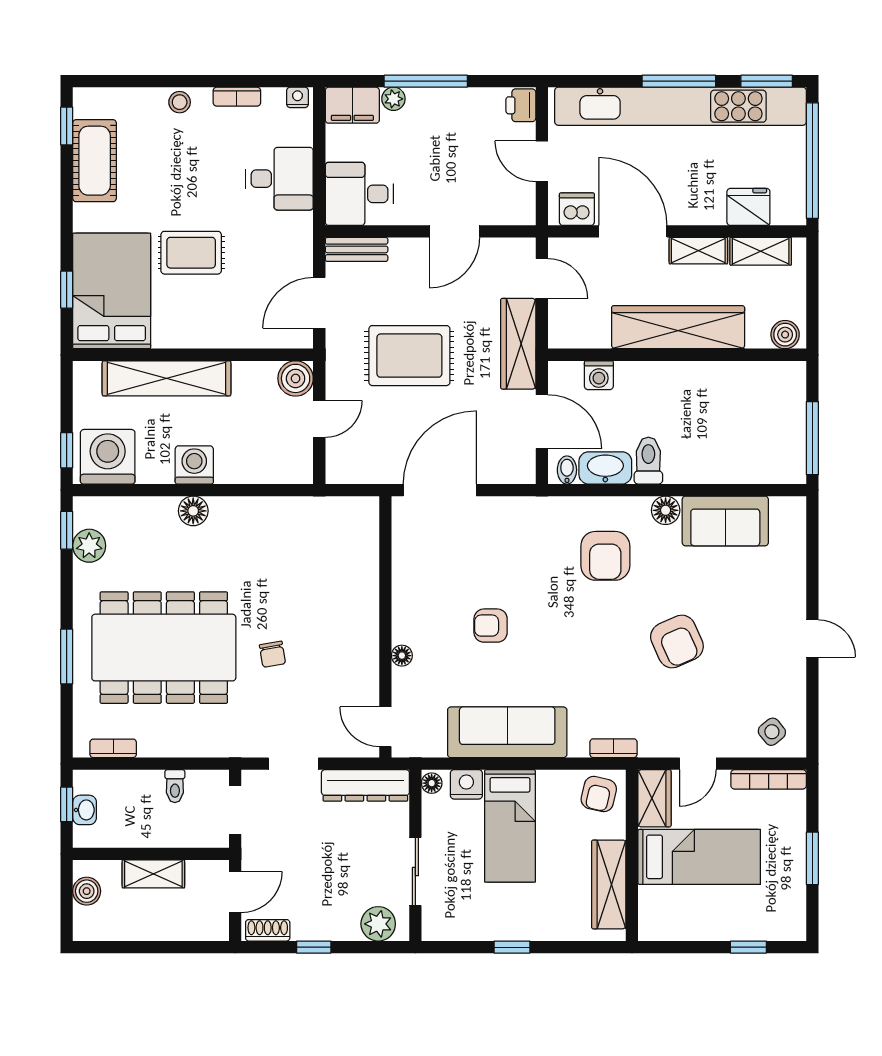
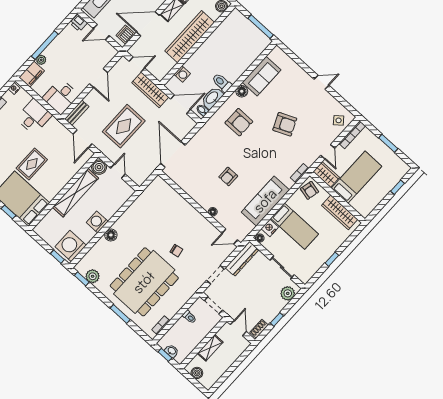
shelving: (167, 378) -> (76, 193), moved

